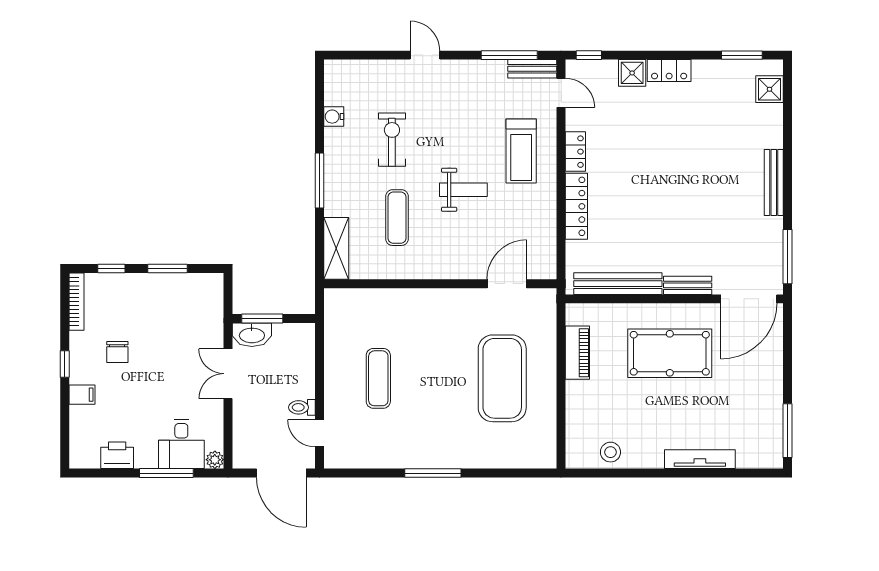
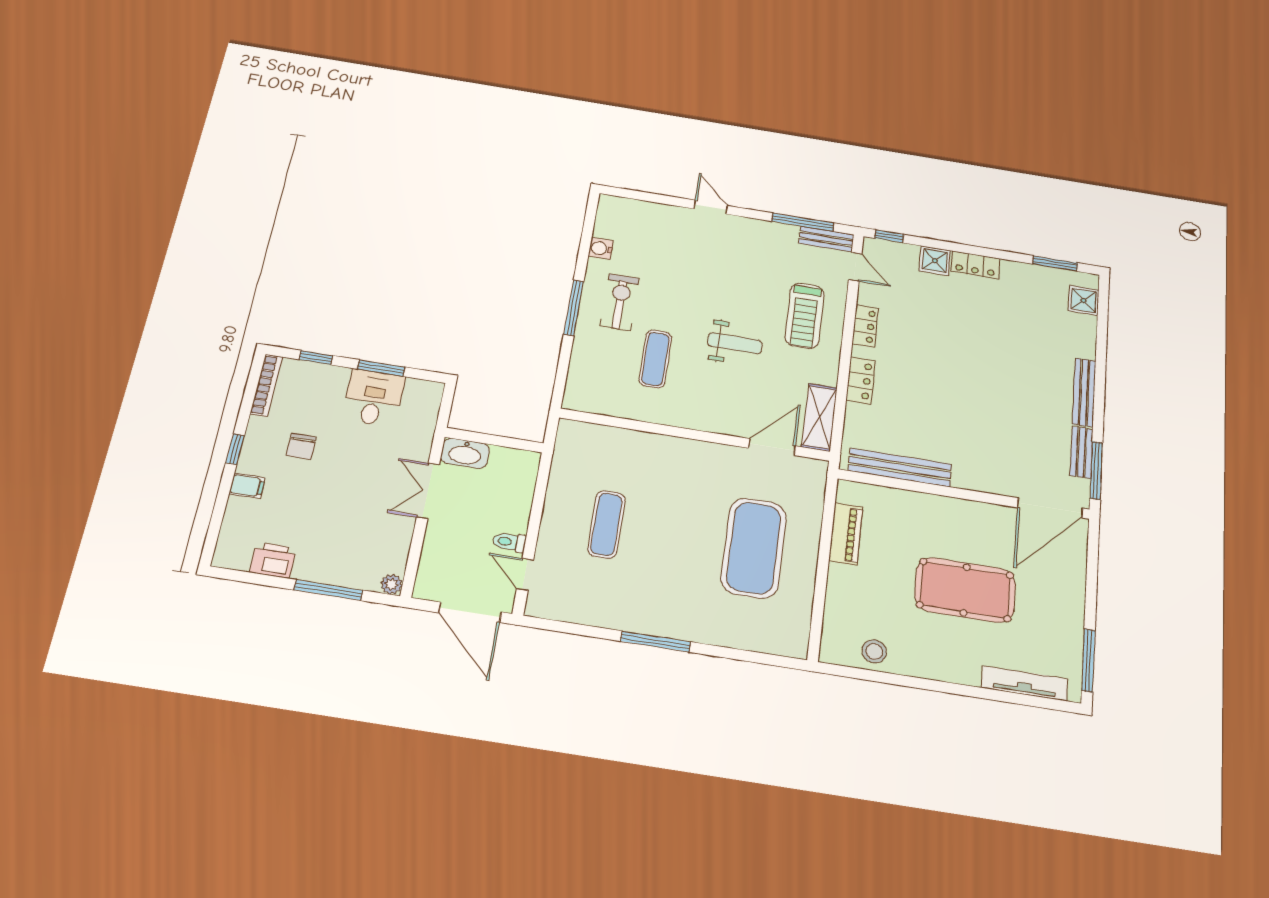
exercise bike: (392, 140) -> (620, 302), moved
locker: (576, 206) -> (861, 380), width x0.66
shelving: (336, 248) -> (819, 417), moved
bench: (688, 285) -> (1082, 452), moved, turned 90
window: (262, 318) -> (481, 438), removed
pool table: (670, 353) -> (965, 590), moved
desk: (181, 444) -> (374, 398), moved, turned 180
tv unit: (700, 459) -> (1025, 683), moved

